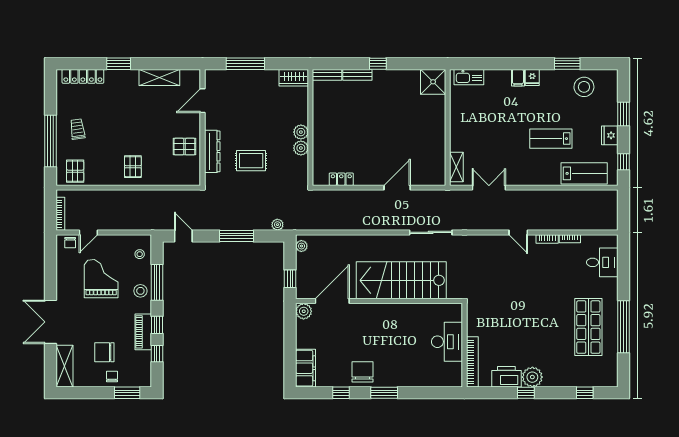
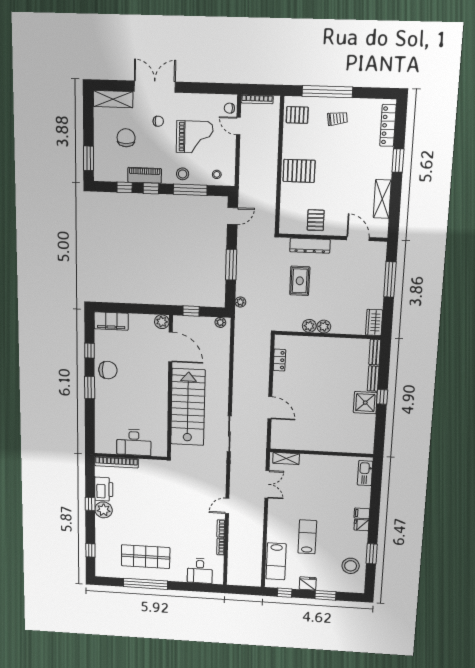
shower: (433, 82) -> (365, 403), moved
pallet: (133, 167) -> (299, 171), width x1.50, depth x1.42
chair: (112, 377) -> (158, 121), moved

